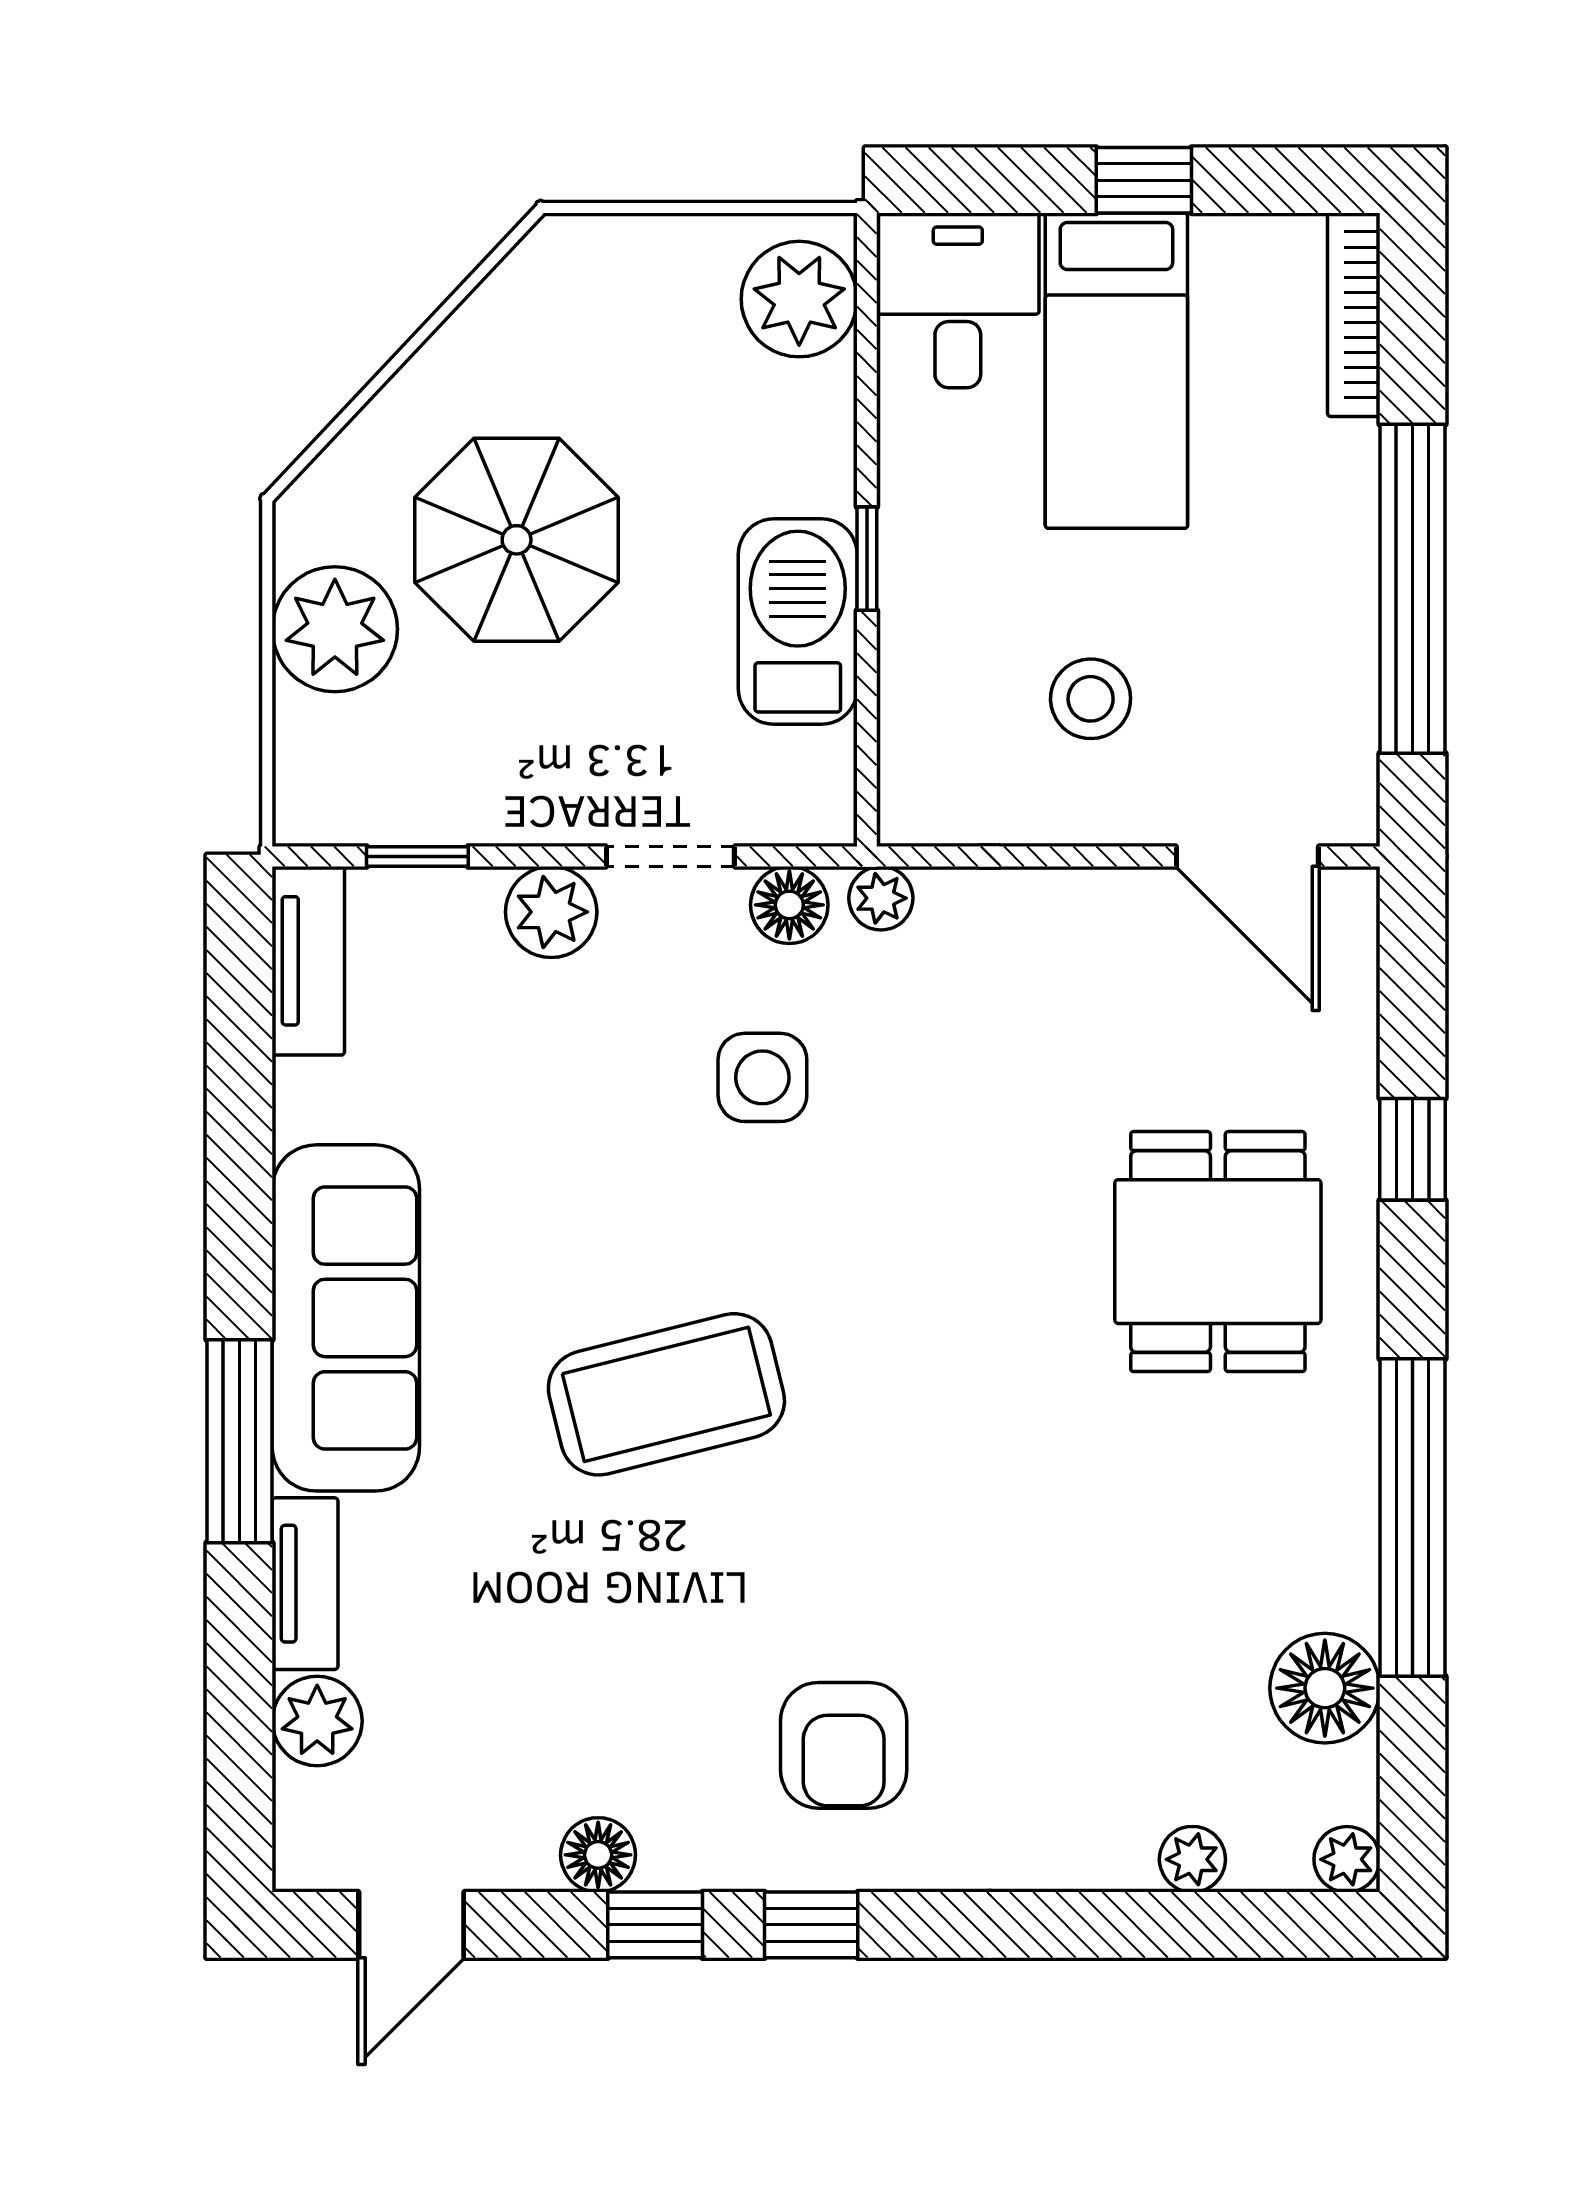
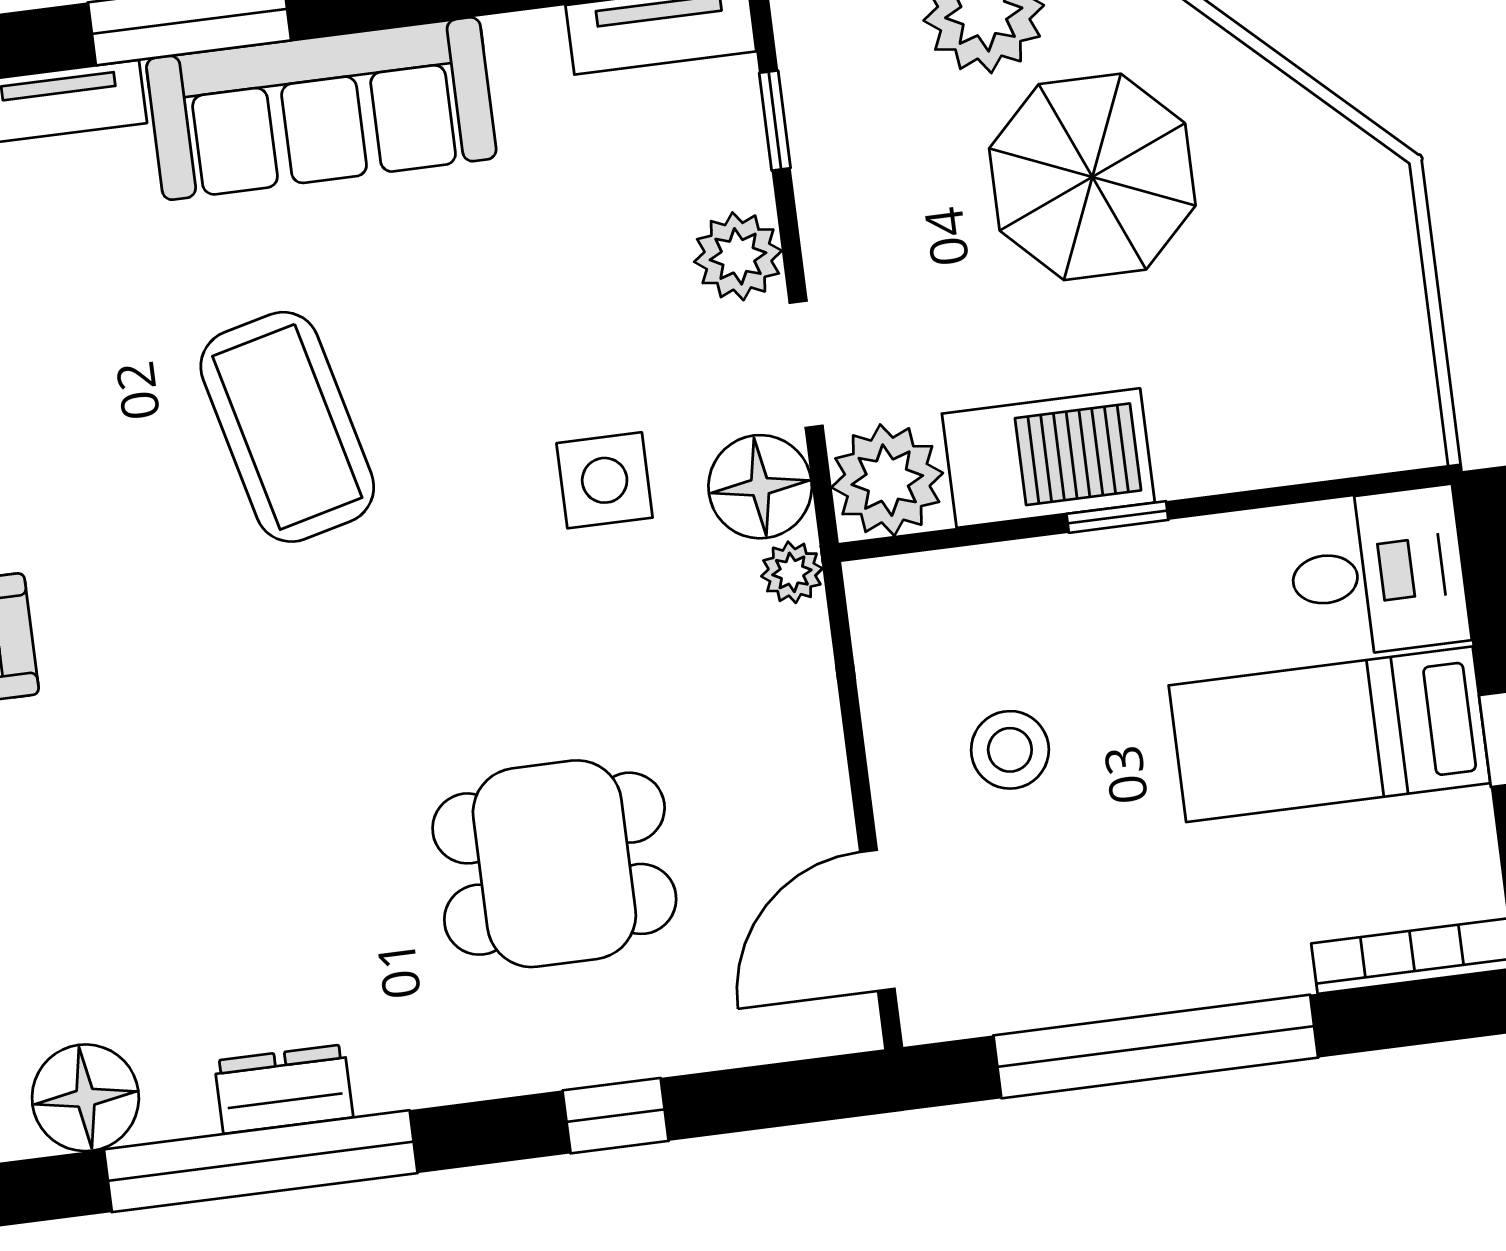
plant: (799, 299) -> (887, 480), moved
floor lamp: (789, 905) -> (760, 487), width x1.38, depth x1.38
dining table: (1218, 1252) -> (554, 864), moved
dresser: (1342, 1485) -> (284, 1089), added

